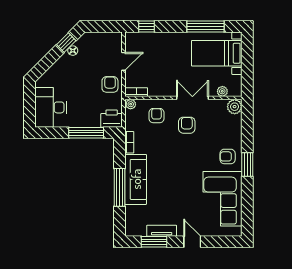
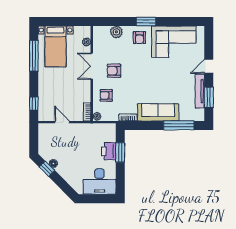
armchair: (110, 84) -> (81, 133), removed
plant: (235, 107) -> (116, 32), moved
printer: (112, 119) -> (109, 151), moved
window: (86, 133) -> (120, 153), width x0.69
window: (120, 187) -> (179, 125), moved
tv unit: (162, 231) -> (200, 91), width x1.41

